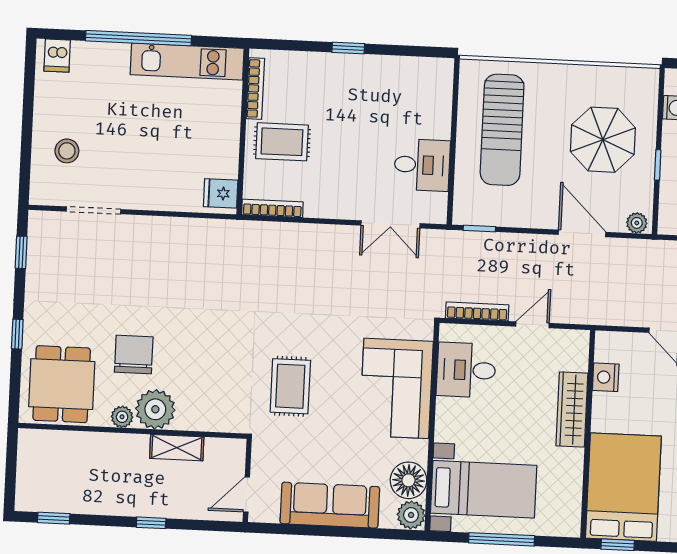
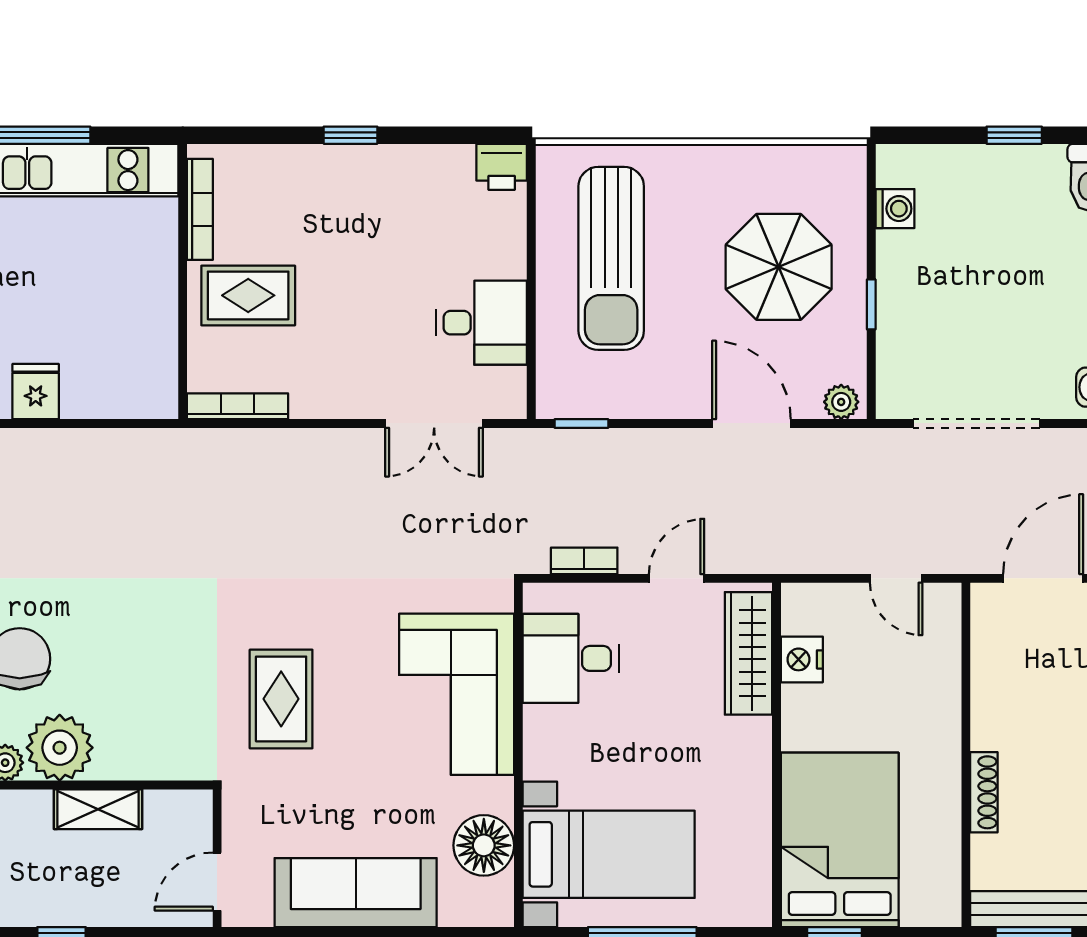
printer: (439, 71) -> (502, 167), added
fridge: (221, 193) -> (36, 392), moved, turned 90
bookcase: (477, 311) -> (584, 561), width x0.64
wardrobe: (572, 409) -> (749, 653), moved
plant: (411, 515) -> (491, 902), removed

